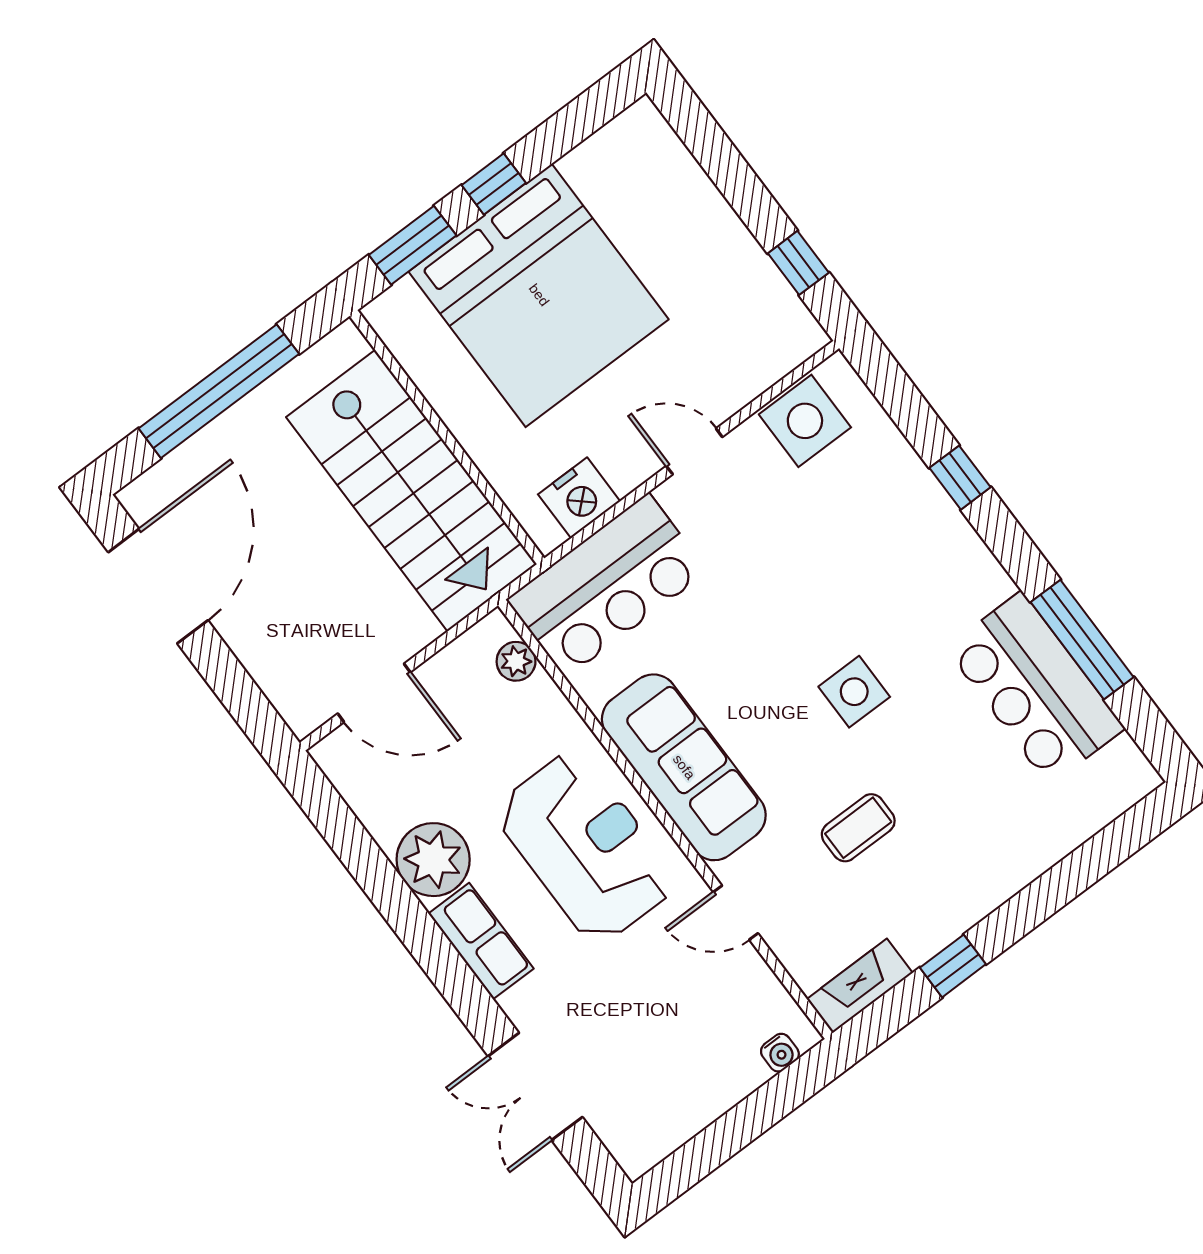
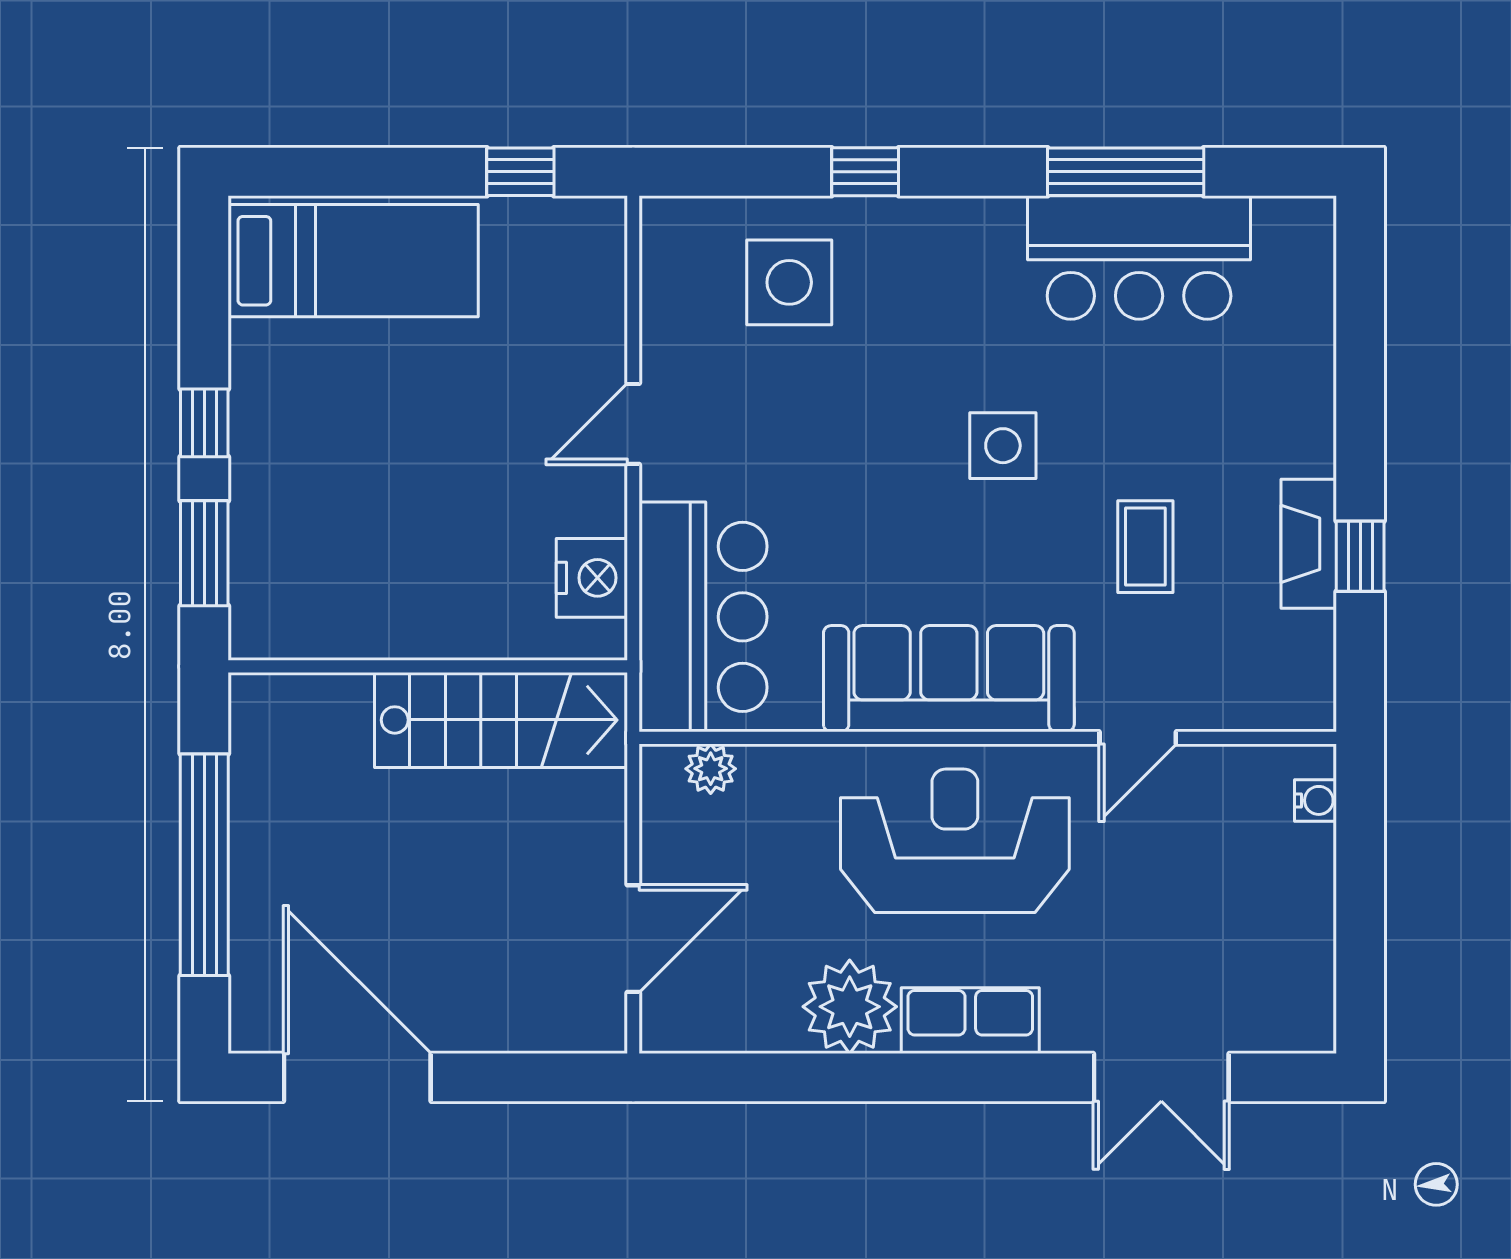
bed: (539, 295) -> (353, 261), moved, width x0.49
side table: (805, 421) -> (789, 282), moved
stairs: (411, 491) -> (501, 720), width x0.73, depth x0.66
fireplace: (860, 986) -> (1309, 544), moved

